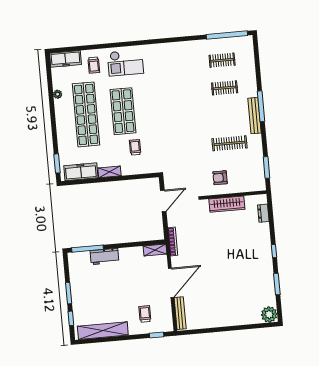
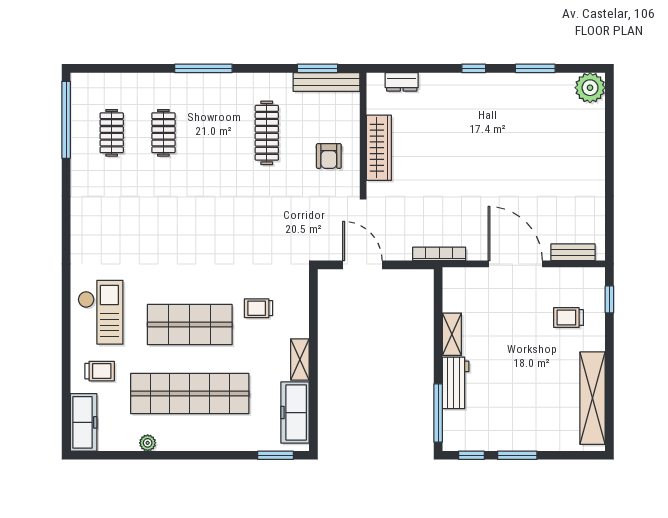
bench: (255, 116) -> (326, 82), moved
shelving: (155, 250) -> (452, 334), moved
bench: (180, 313) -> (573, 252), width x0.73
window: (71, 318) -> (471, 455), moved

